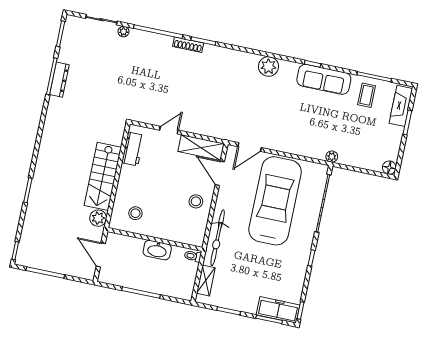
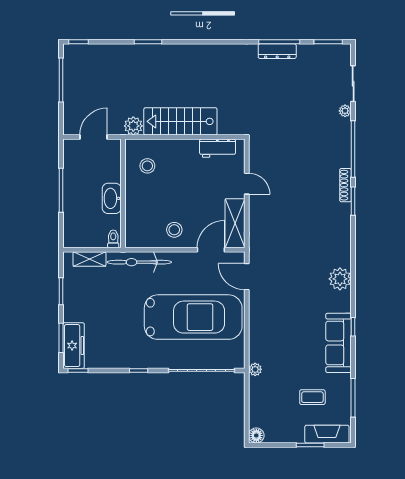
coffee table: (367, 95) -> (312, 397), moved

